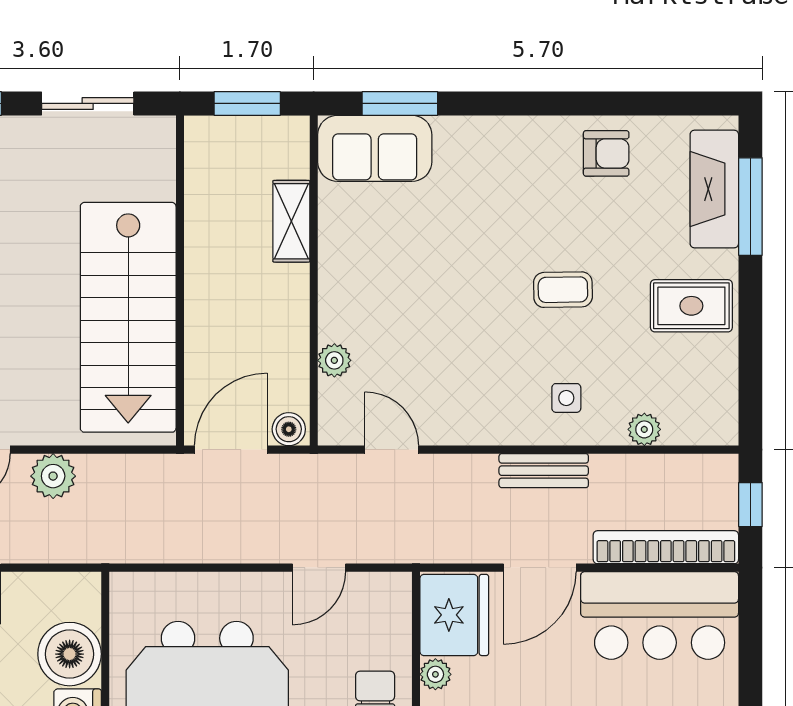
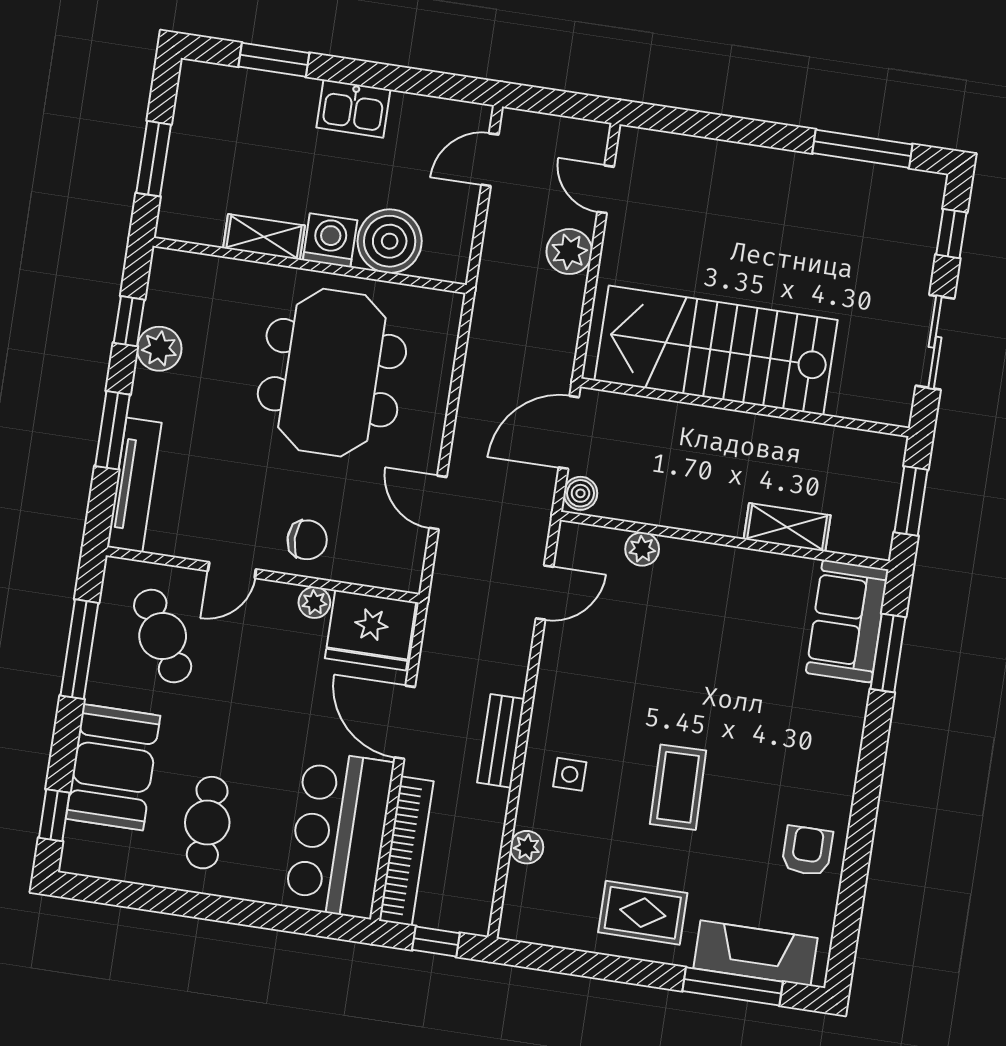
armchair: (606, 153) -> (807, 851), turned 180
coffee table: (563, 290) -> (678, 787), width x1.36, depth x1.30
rug: (691, 306) -> (643, 913), turned 90
door: (231, 450) -> (569, 432), swing flipped

